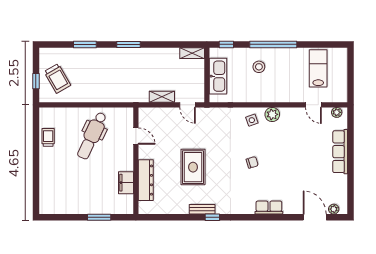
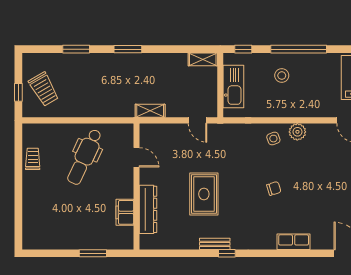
shelving: (162, 97) -> (150, 111), moved

